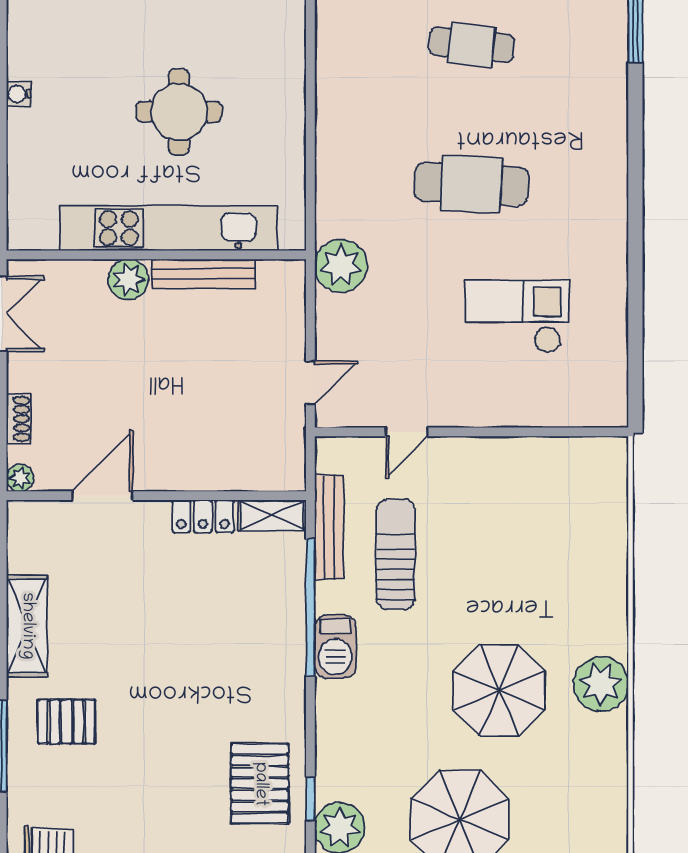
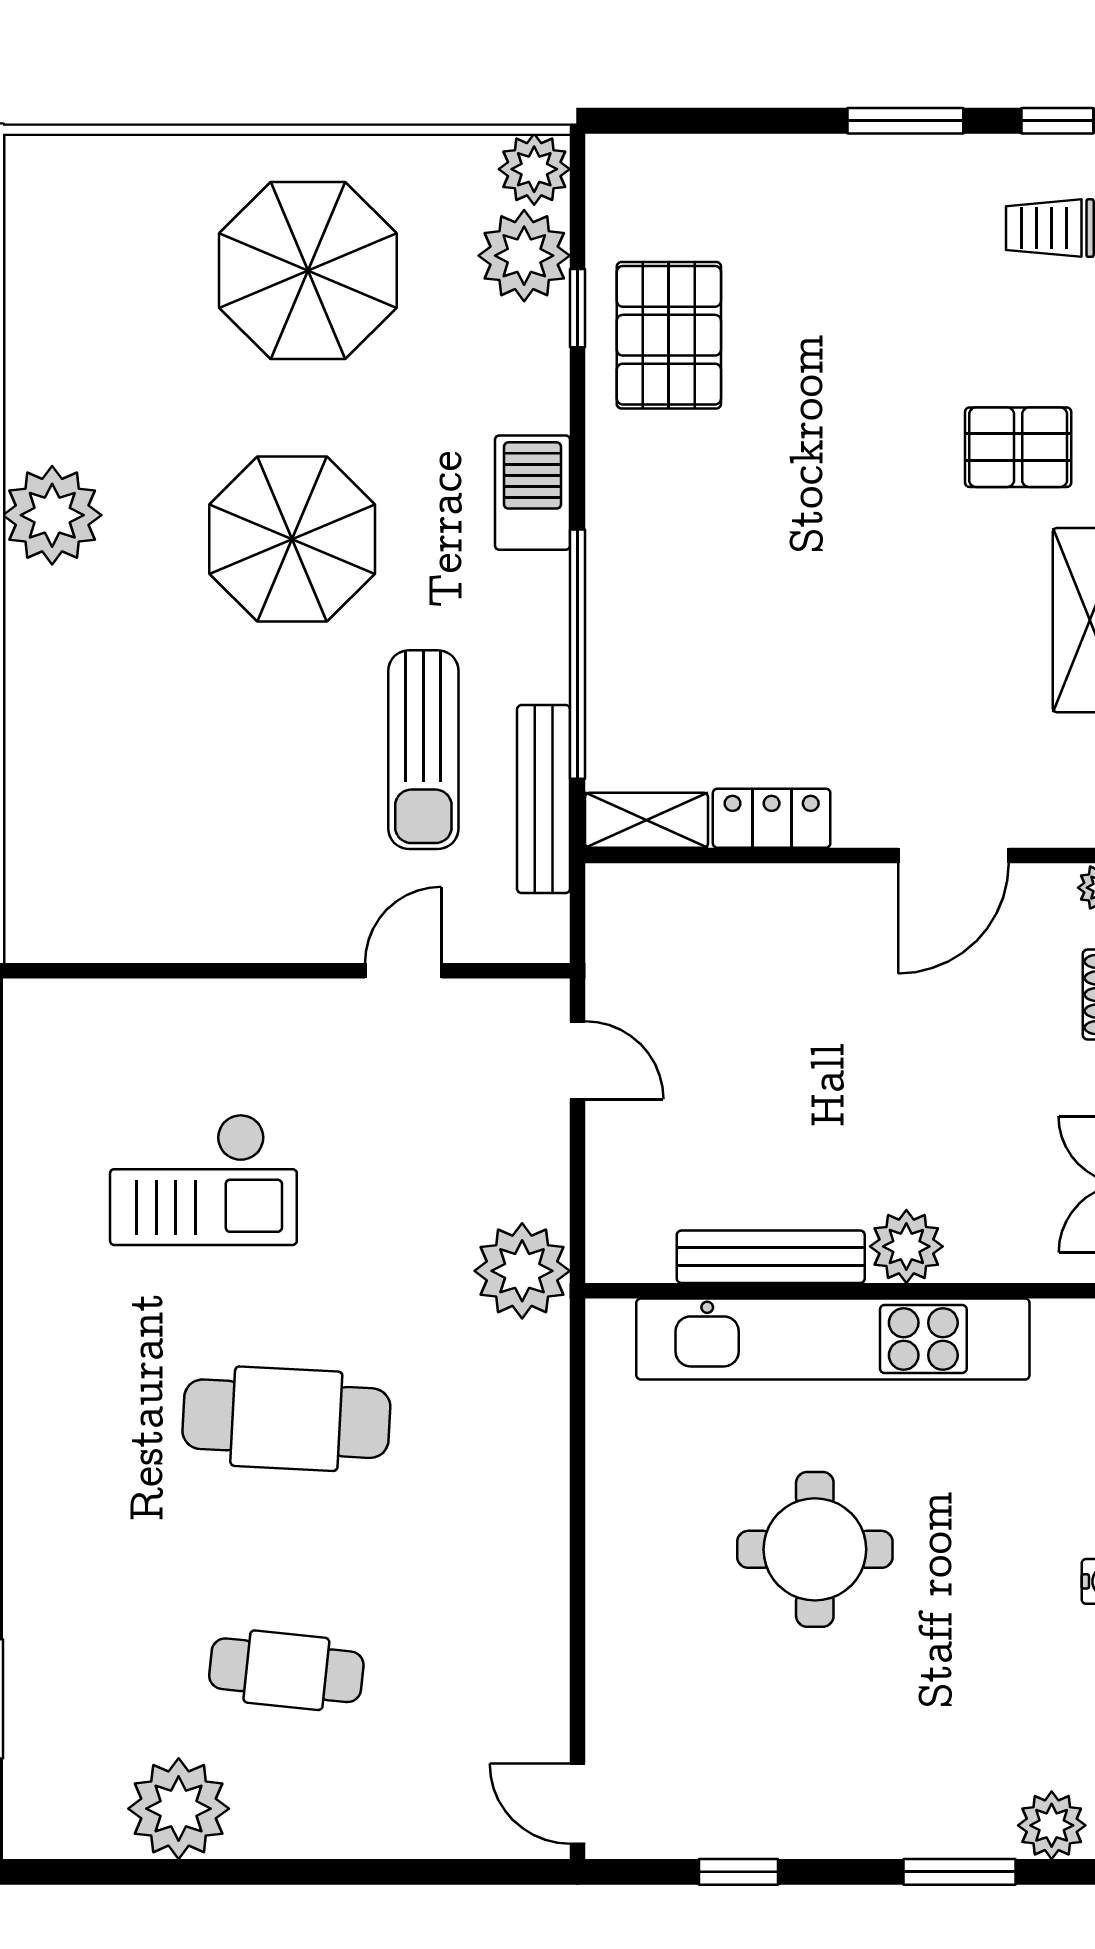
door: (310, 382) -> (578, 1060), swing flipped
barbecue: (335, 647) -> (532, 493), moved
parasol: (499, 691) -> (292, 539), moved

